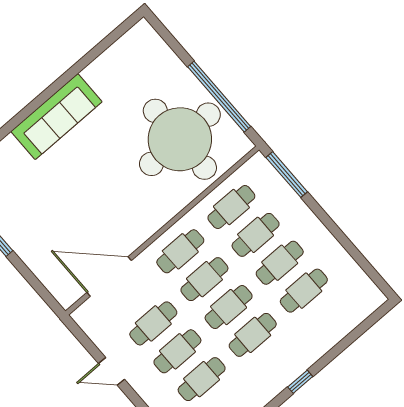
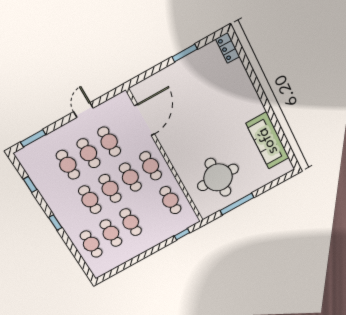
window: (219, 97) -> (237, 204), width x0.68
sofa: (56, 117) -> (268, 141), moved
round table: (180, 139) -> (218, 177), width x0.73, depth x0.73
window: (287, 175) -> (182, 234), width x0.46
cafe table: (256, 235) -> (91, 244), moved

